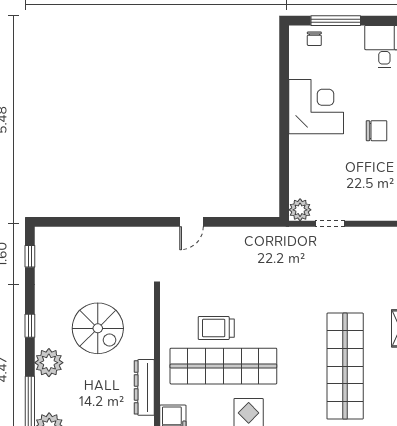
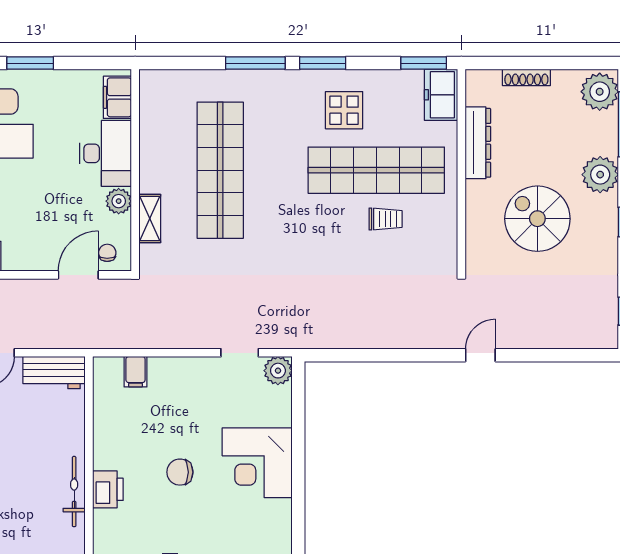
corner desk: (316, 107) -> (257, 463), moved
door: (191, 222) -> (480, 355), moved
trolley: (216, 328) -> (386, 219), width x0.73, depth x0.72

